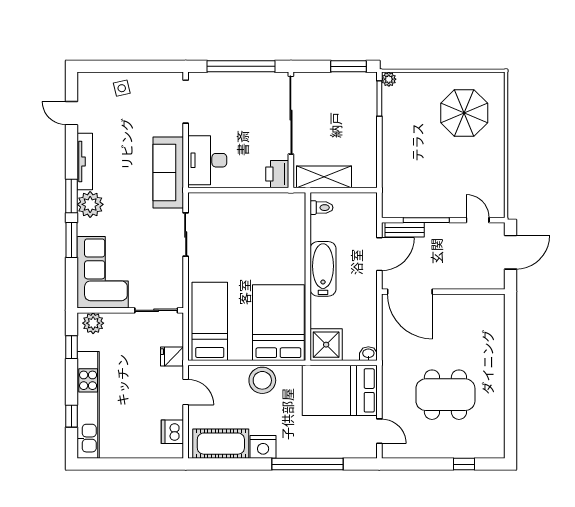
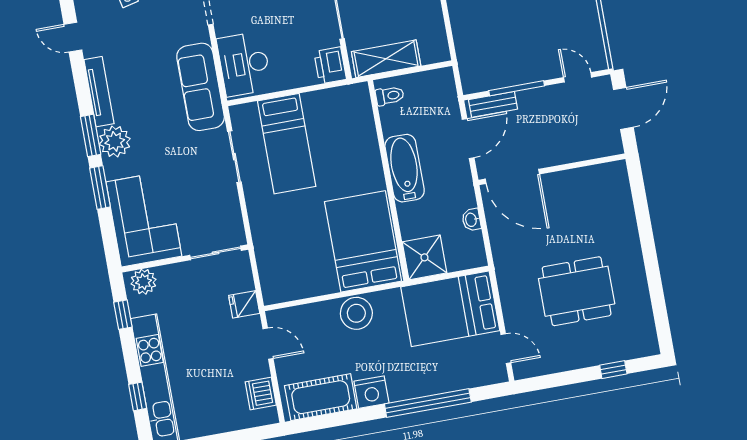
bed: (210, 321) -> (287, 144), moved, turned 180
washbasin: (368, 354) -> (471, 220), moved, turned -90

